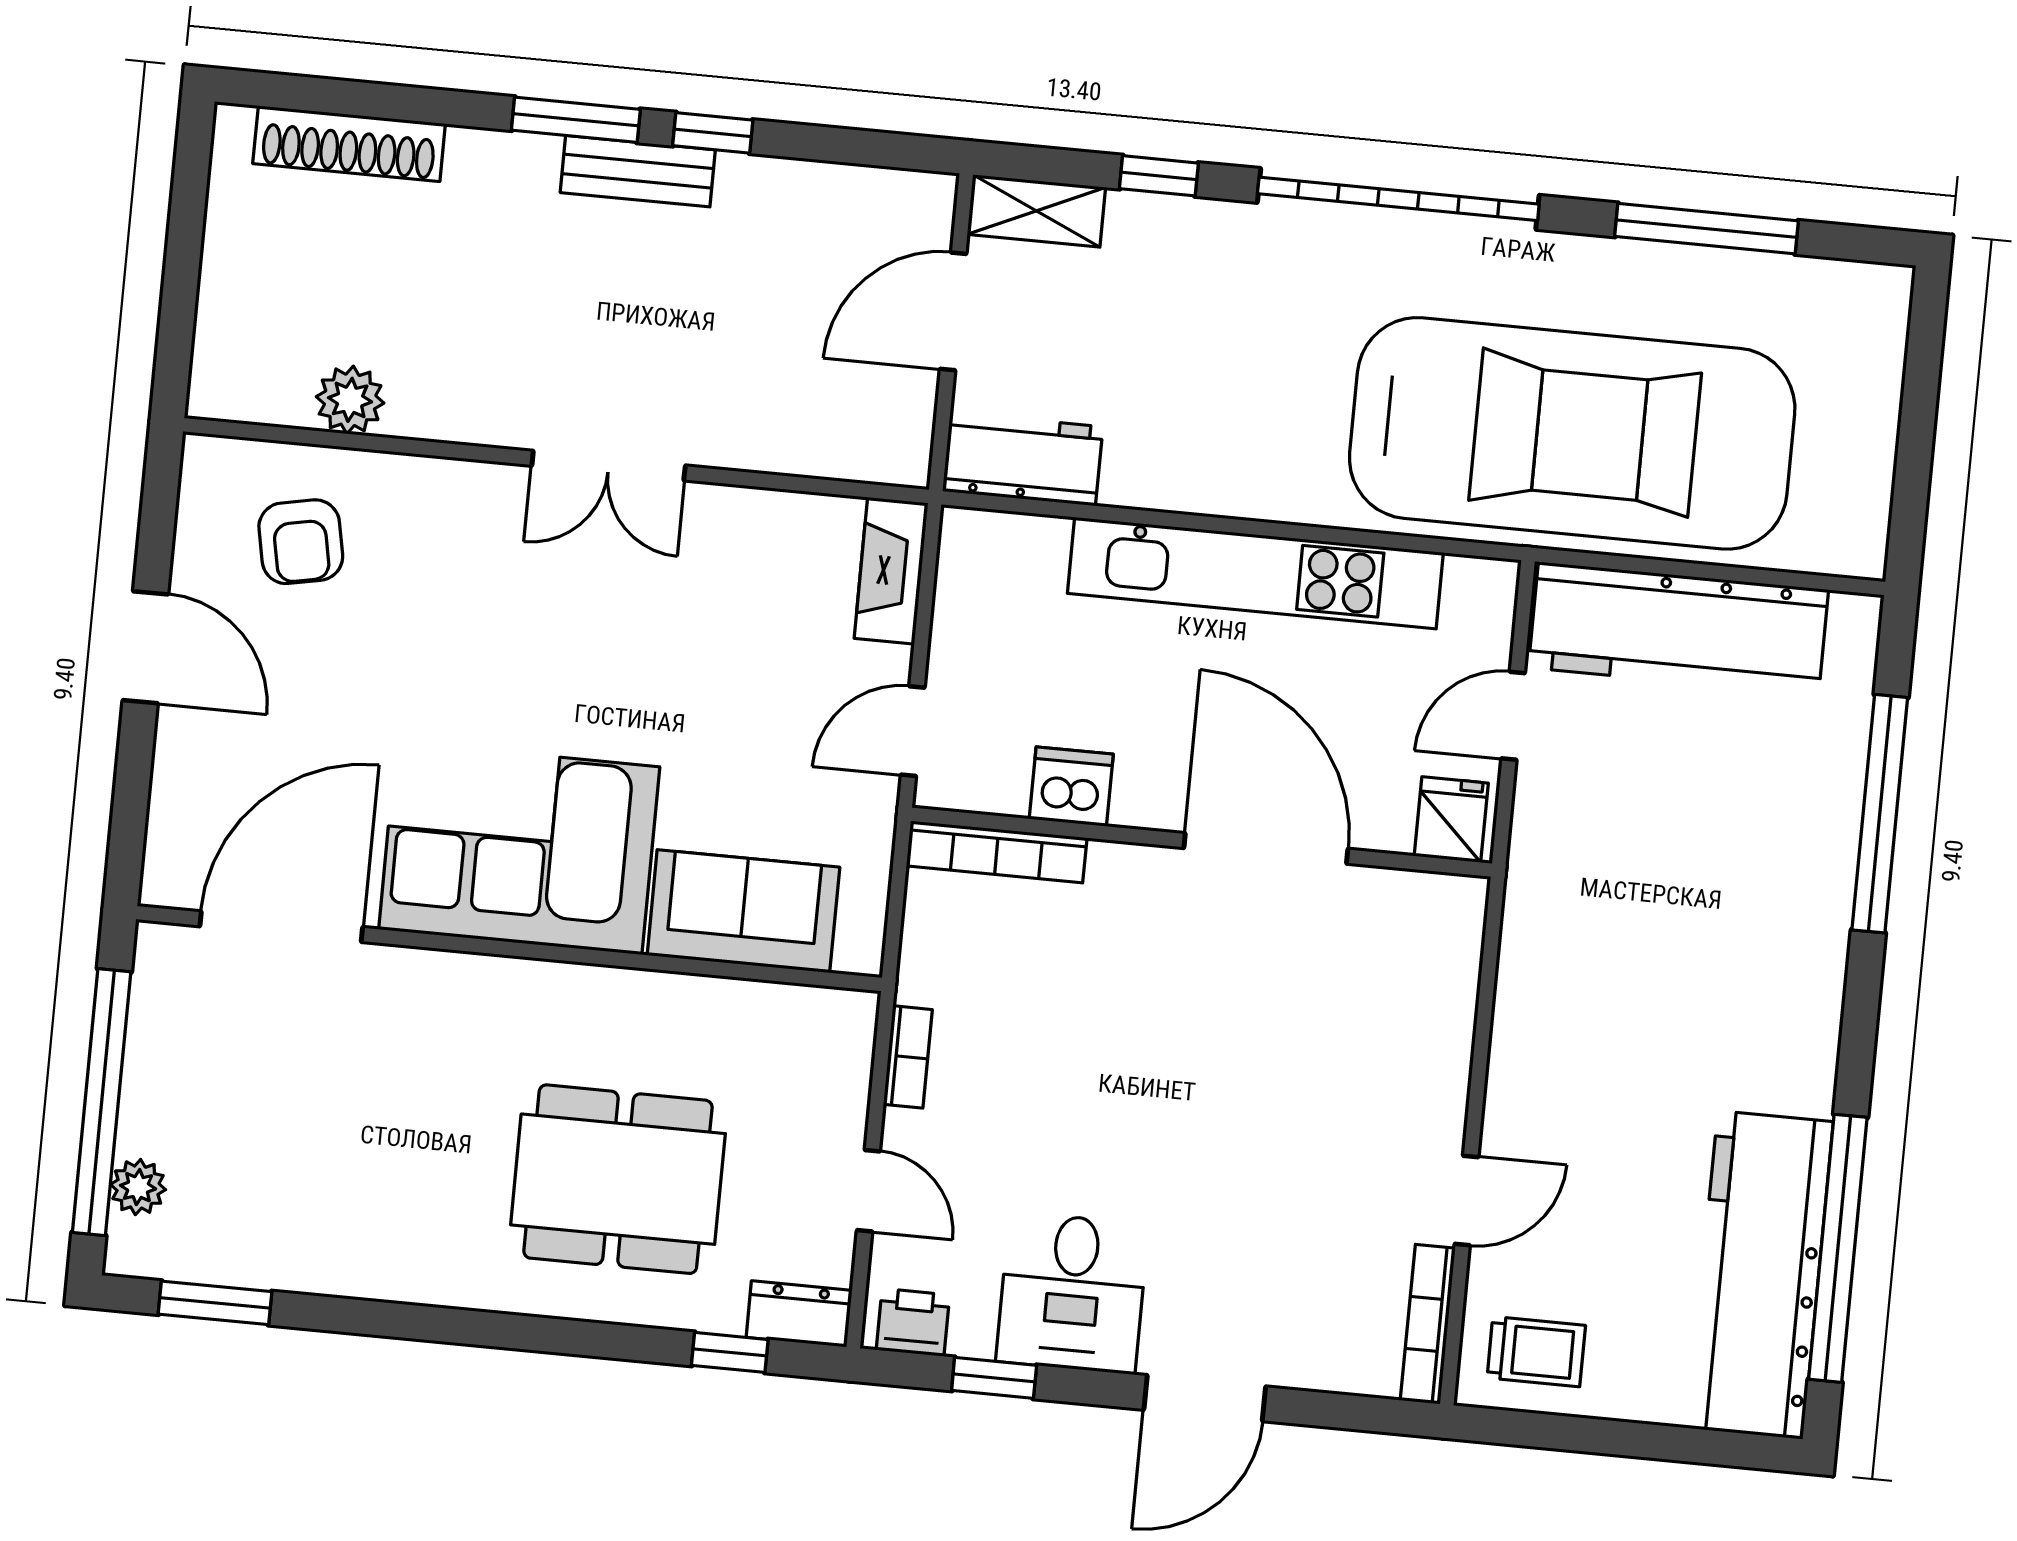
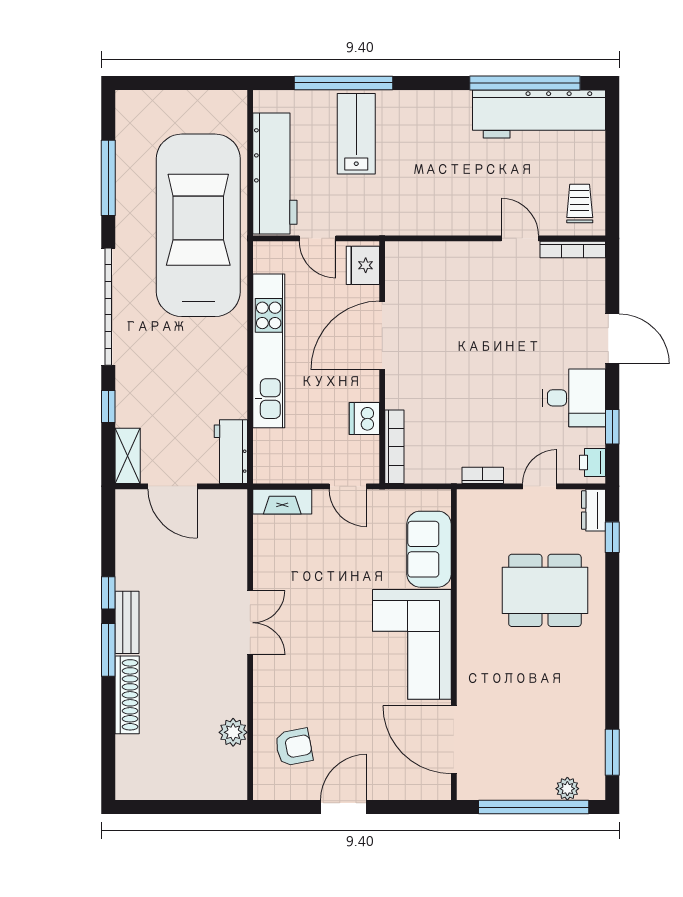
shoe rack: (349, 144) -> (127, 695), moved
fridge: (1451, 820) -> (363, 265), width x1.38
lab bench: (1755, 833) -> (356, 134), added
dining table: (618, 1179) -> (545, 590), turned 90

